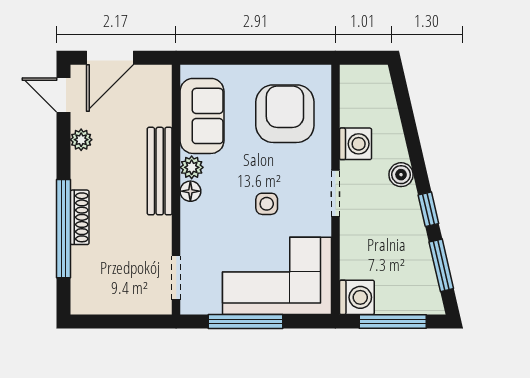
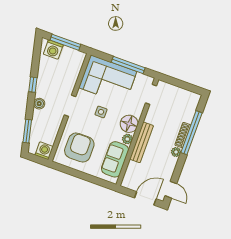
armchair: (285, 114) -> (79, 148), turned 180
plant: (81, 140) -> (176, 152), moved
washing machine: (355, 144) -> (44, 151), moved, turned 90
floor lamp: (190, 191) -> (129, 124), width x1.89, depth x1.89
window: (441, 265) -> (27, 131), moved
washing machine: (357, 297) -> (53, 49), moved, turned -90

